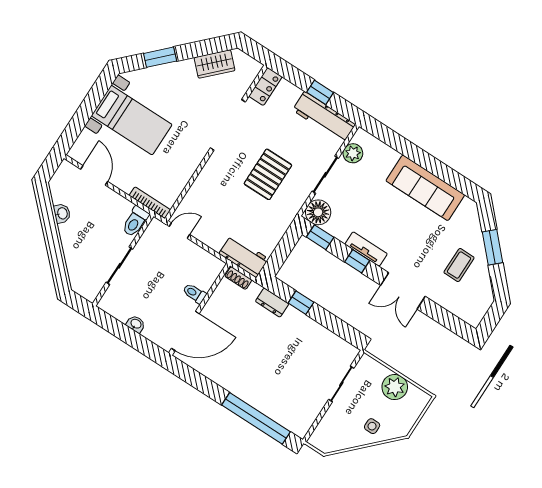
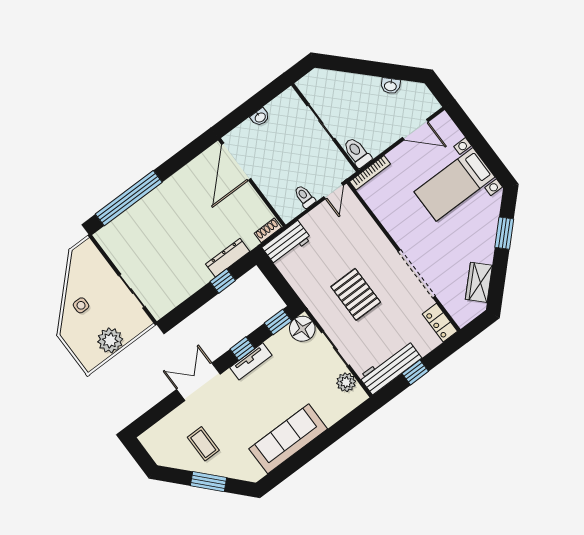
toilet: (194, 293) -> (305, 197), moved, turned -90
dresser: (272, 303) -> (228, 258), width x1.44

